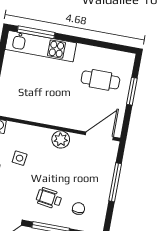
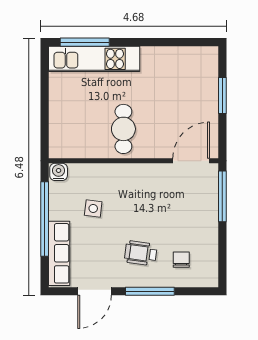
cafe table: (100, 80) -> (123, 129), moved, turned 90
plant: (61, 139) -> (142, 175), removed
window: (115, 182) -> (222, 196), moved

